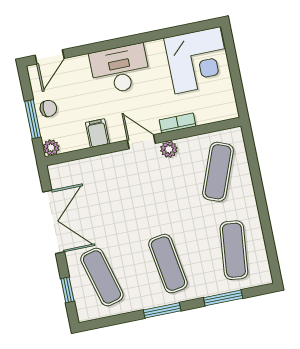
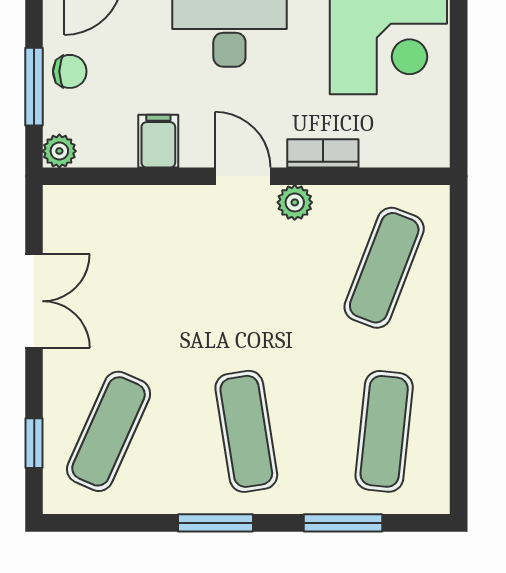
double door: (54, 222) -> (34, 301), width x0.73
exercise mat: (102, 277) -> (109, 431), turned 39

